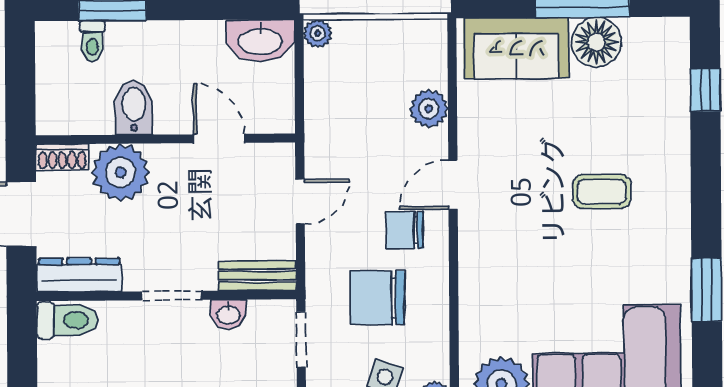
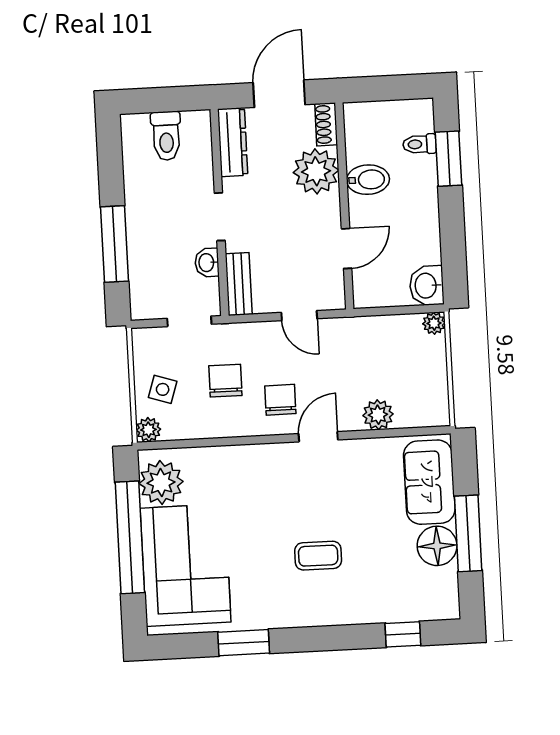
washbasin: (260, 40) -> (427, 286), width x0.72
door: (453, 185) -> (318, 437), hinge flipped
coffee table: (602, 192) -> (318, 556), turned 90
chair: (377, 298) -> (225, 381), width x0.73, depth x0.73
toilet: (67, 320) -> (166, 136), moved

